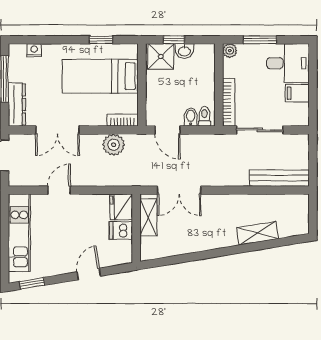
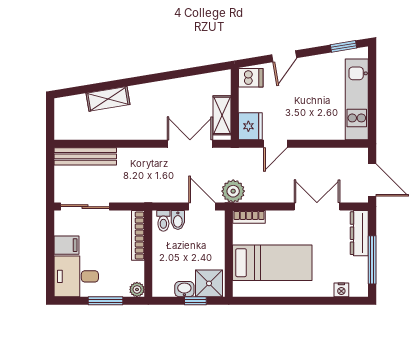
window: (101, 40) -> (271, 301), removed
sliding door: (260, 130) -> (85, 207), moved
plant: (114, 145) -> (233, 191), moved
door: (59, 190) -> (275, 144), moved
dishwasher: (121, 230) -> (251, 78), moved

